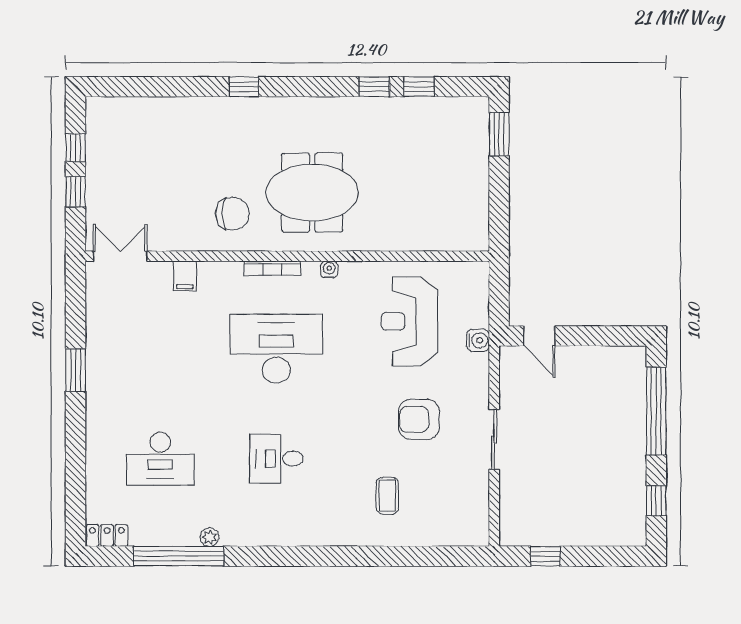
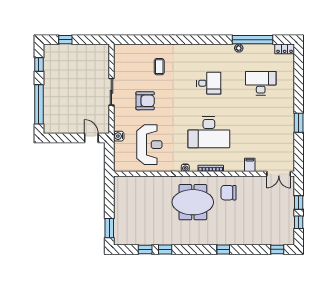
window: (123, 87) -> (277, 249), added
window: (545, 556) -> (65, 40), moved

